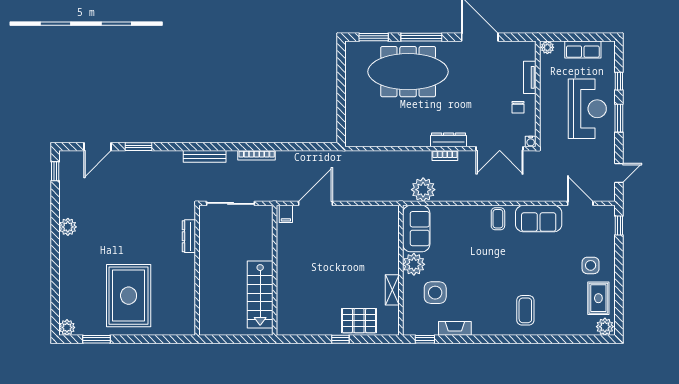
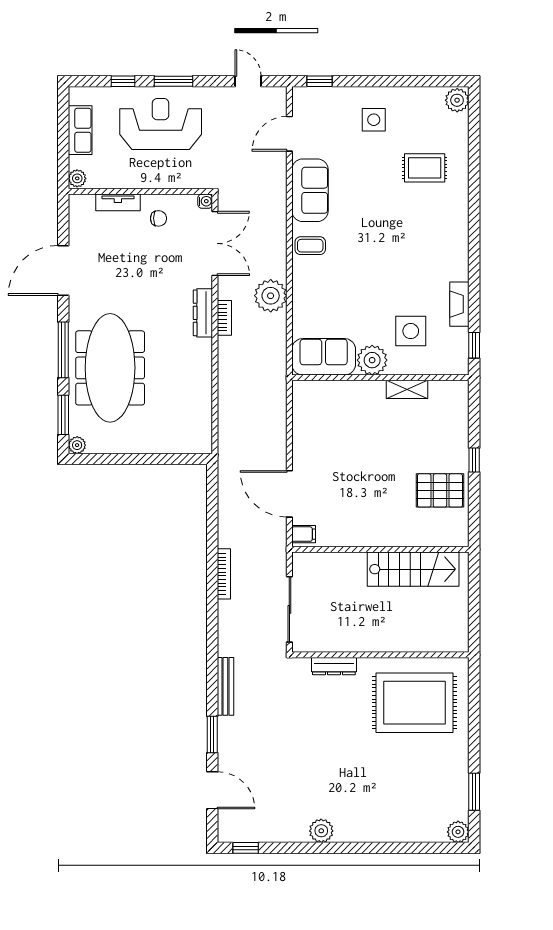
plant: (351, 47) -> (77, 445), added
bench: (205, 156) -> (225, 686), moved
plant: (423, 190) -> (271, 296), moved
rug: (129, 296) -> (414, 703), moved
rug: (598, 298) -> (425, 168), moved
coffee table: (525, 310) -> (435, 208), removed
pallet: (359, 321) -> (440, 490), moved, turned 90

